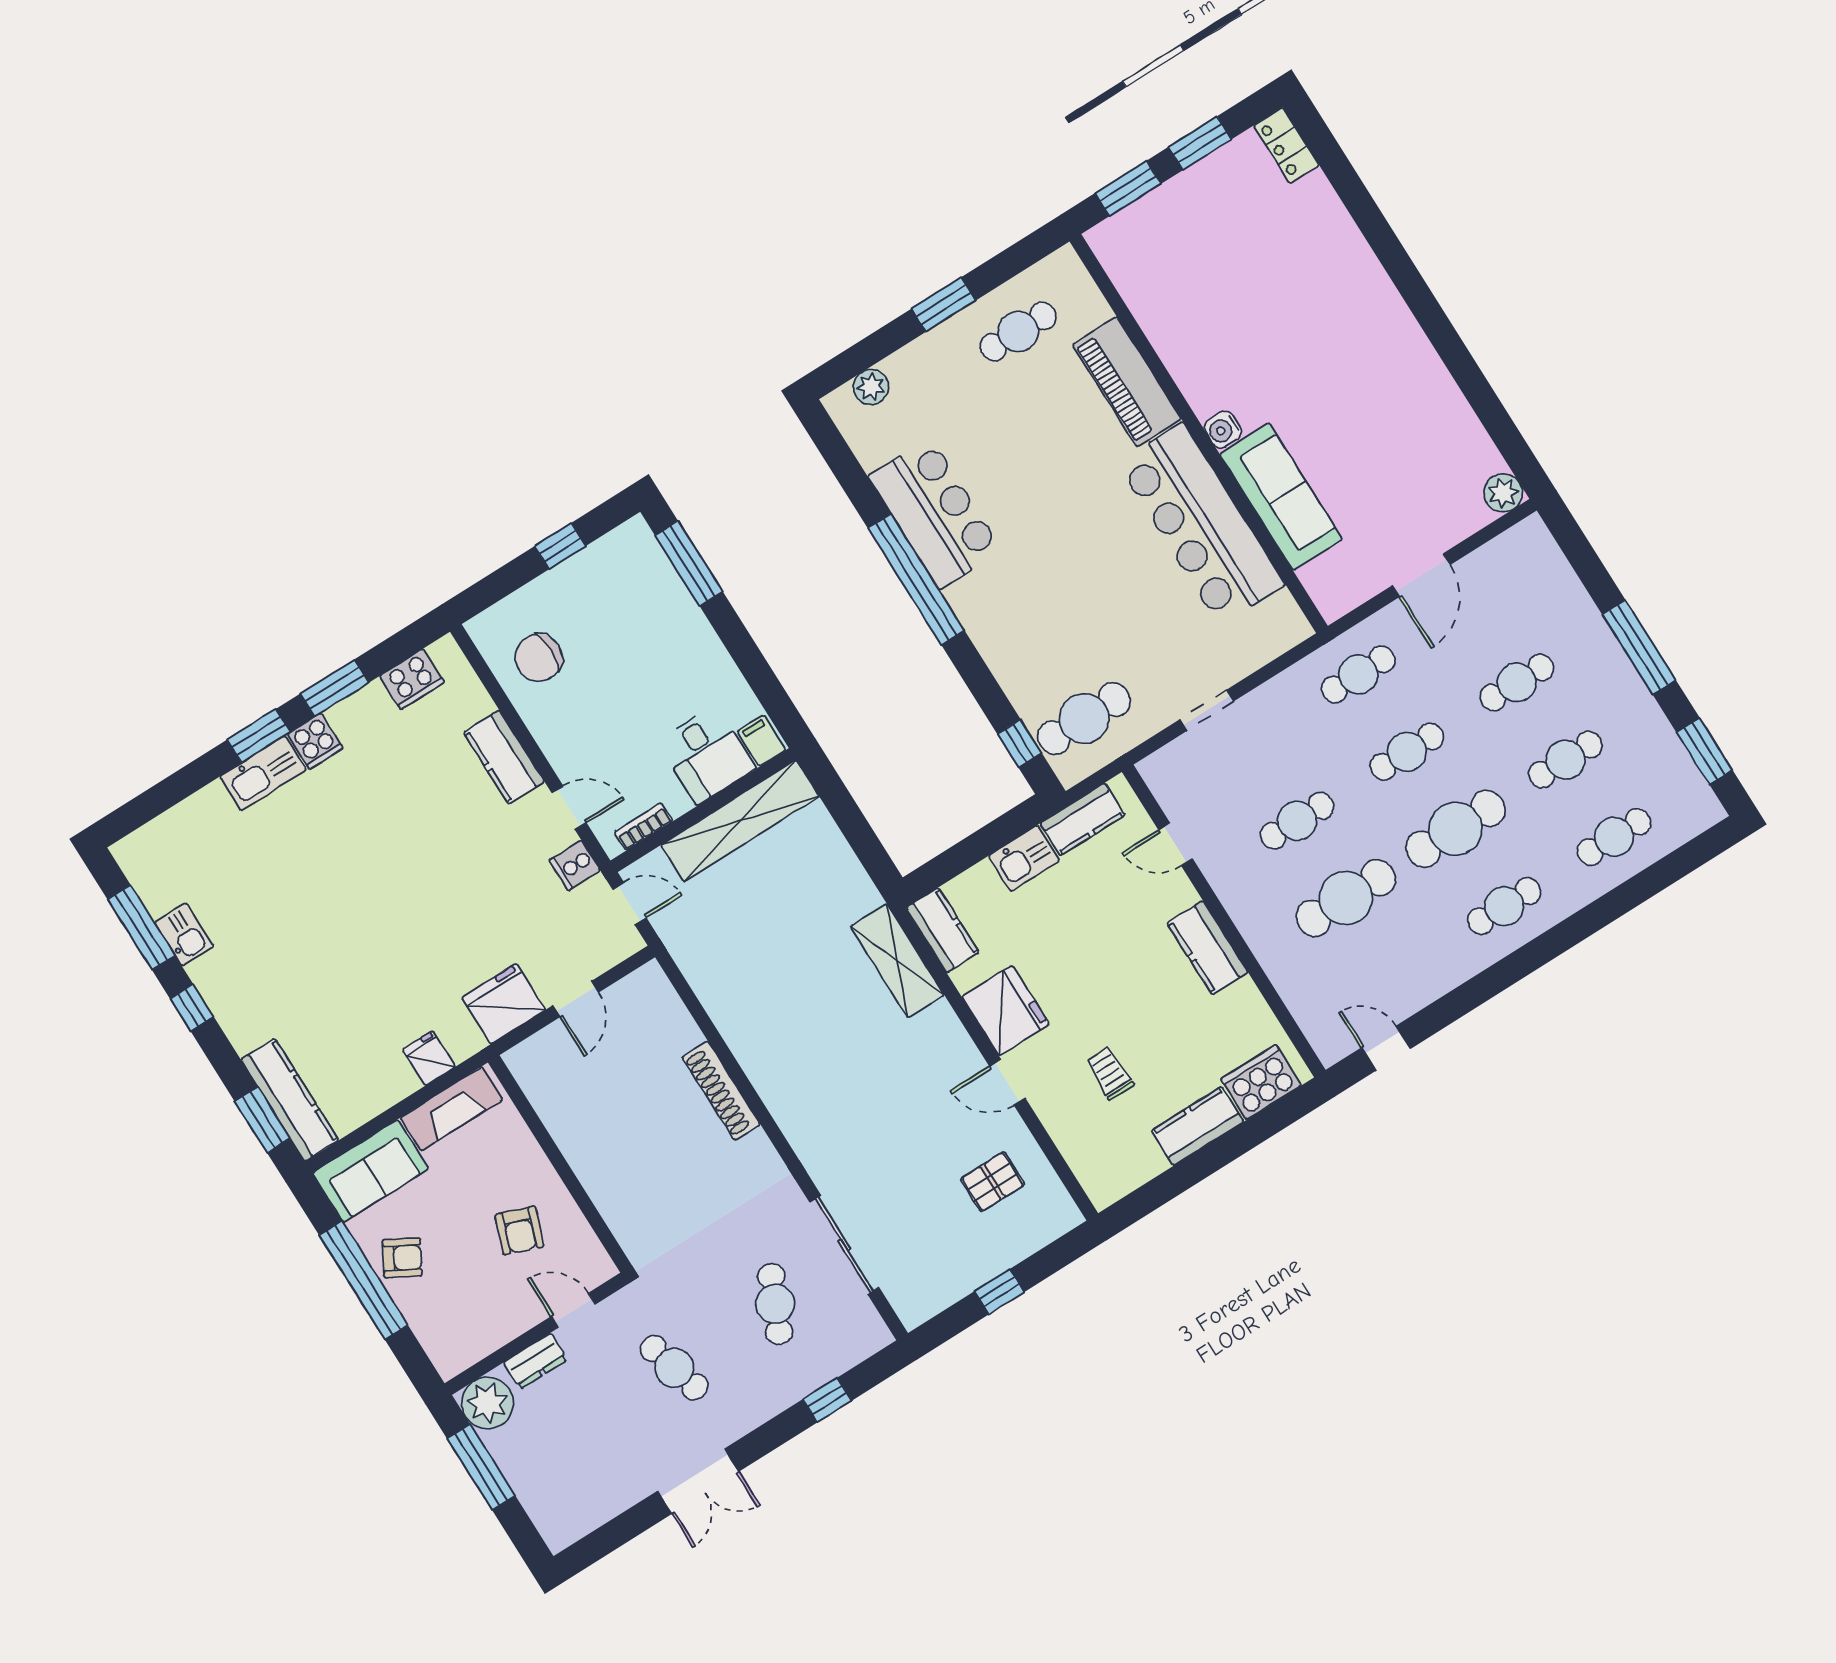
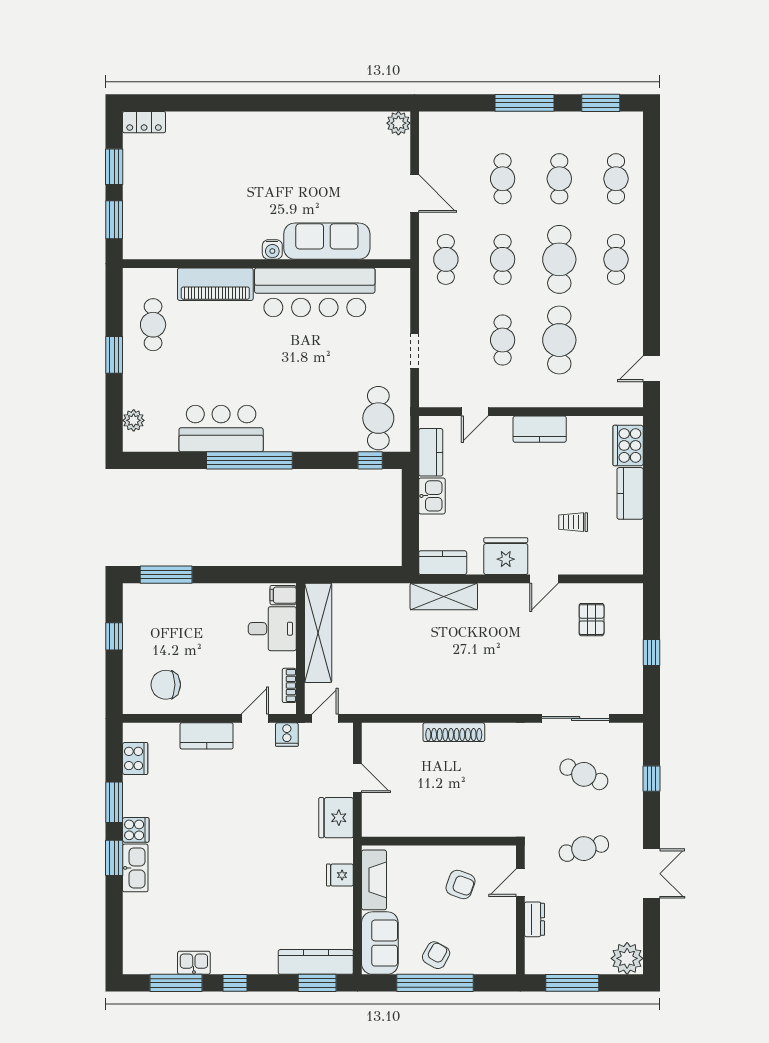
chair: (539, 658) -> (166, 685), turned 90
plant: (487, 1403) -> (627, 958), moved

